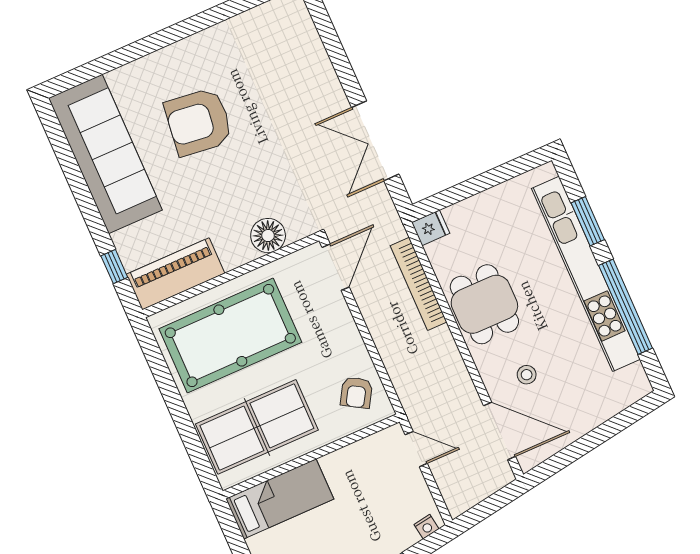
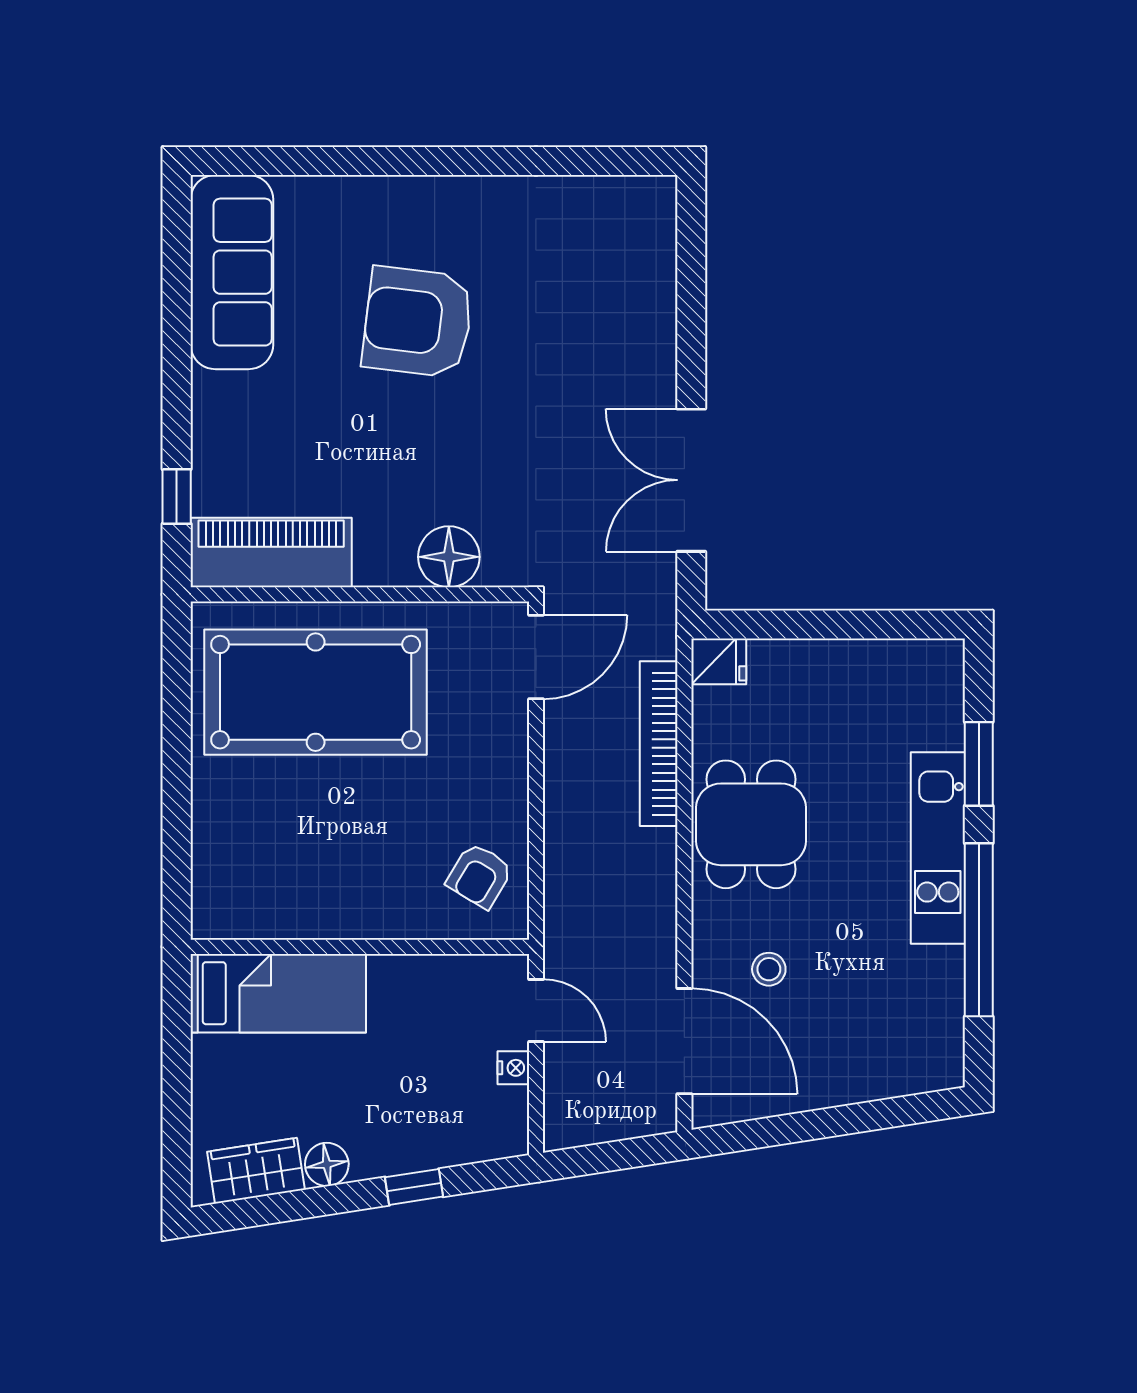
sofa: (105, 154) -> (232, 272), width x0.74, depth x0.79
kitchen unit: (586, 274) -> (938, 848), width x0.54
table tennis table: (257, 427) -> (293, 860), removed
nightstand: (426, 527) -> (513, 1068), moved, turned -81

